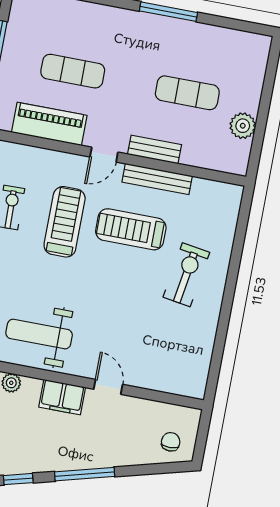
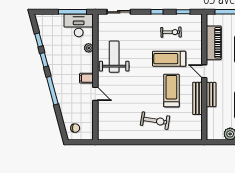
treadmill: (65, 222) -> (169, 59), turned 180
door: (108, 387) -> (95, 94), hinge flipped
filing cabinet: (62, 397) -> (86, 78), width x0.50

